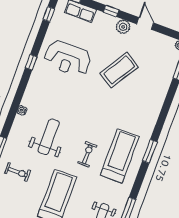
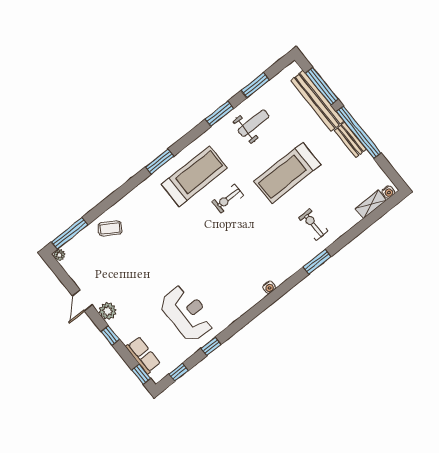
window: (31, 62) -> (211, 346), moved
coffee table: (119, 70) -> (110, 228), moved, width x0.54, depth x0.58
weight bench: (49, 137) -> (258, 242), removed
treadmill: (120, 156) -> (194, 176), turned 180

